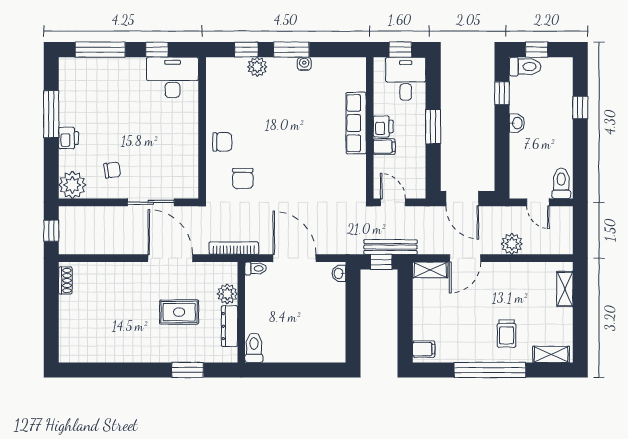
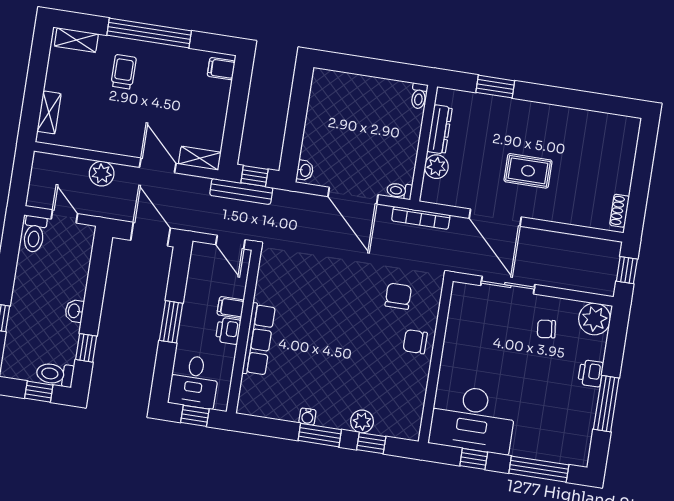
desk: (173, 77) -> (473, 419), width x1.36, depth x1.30
door: (465, 258) -> (158, 165), hinge flipped
rug: (179, 312) -> (528, 171), moved
toilet: (254, 348) -> (419, 96), width x0.73, depth x0.72

